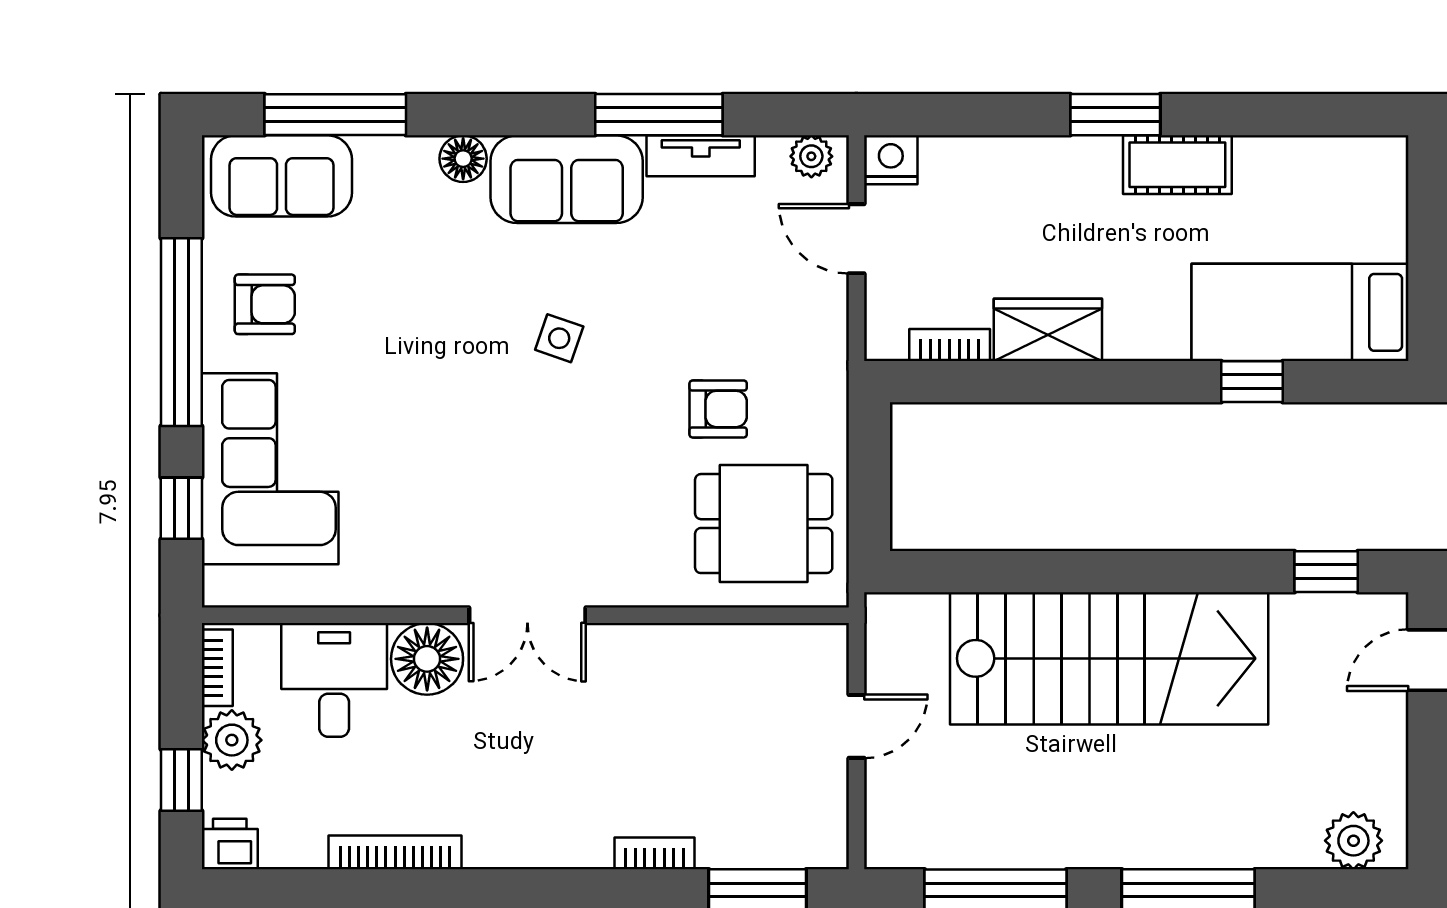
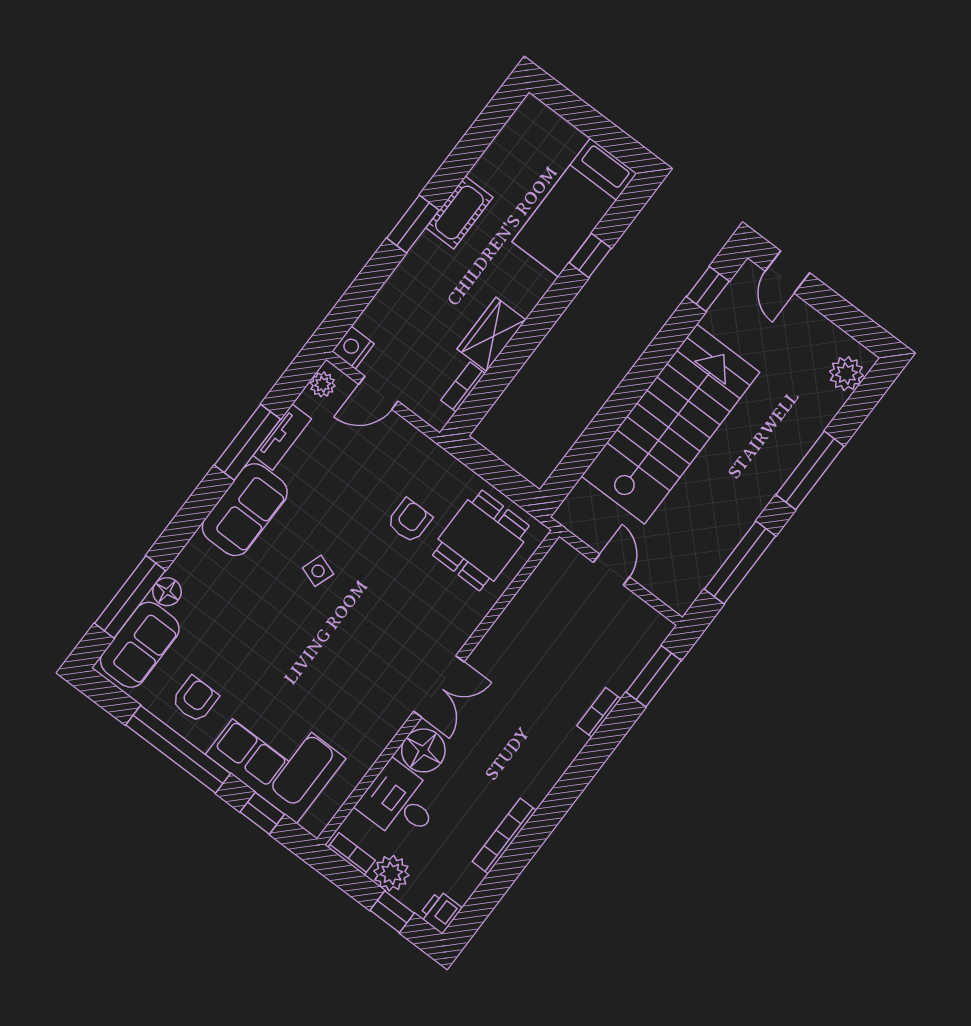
floor lamp: (463, 159) -> (167, 592), moved

